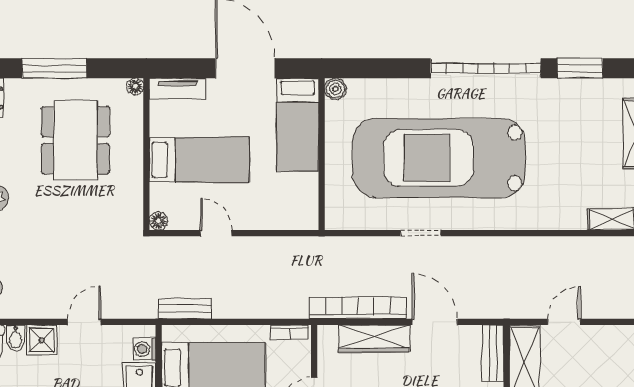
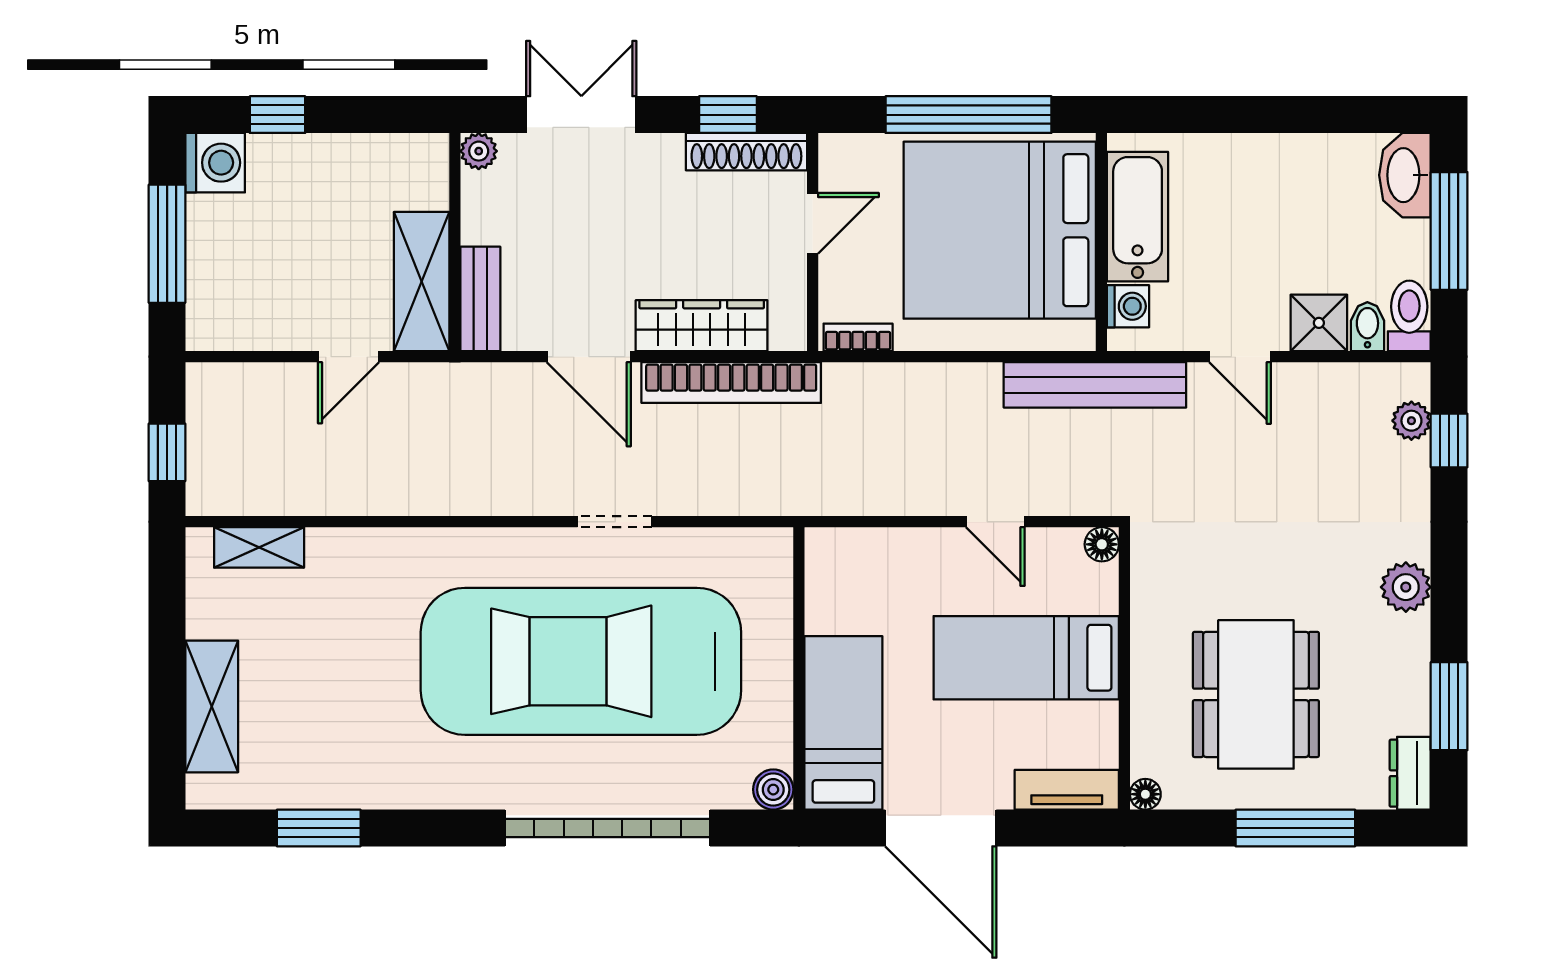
garage door: (486, 68) -> (608, 828), moved
car: (439, 158) -> (581, 661), turned 180
bench: (185, 309) -> (1095, 385), width x1.86, depth x1.21
door: (84, 322) -> (1240, 357), hinge flipped

